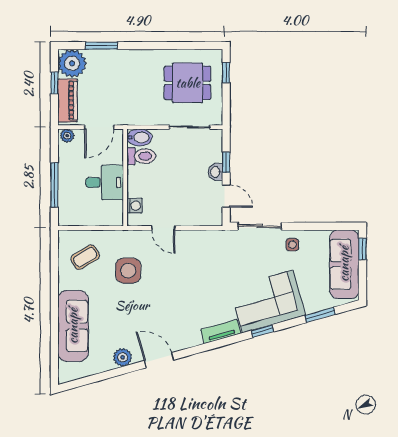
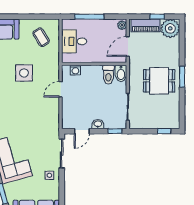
window: (101, 46) -> (182, 77), moved
dining table: (188, 83) -> (159, 81), moved, turned 90
door: (99, 127) -> (128, 47), hinge flipped
window: (226, 162) -> (115, 131), moved
desk: (105, 182) -> (74, 41), moved, turned 90
side table: (128, 271) -> (24, 73), moved

